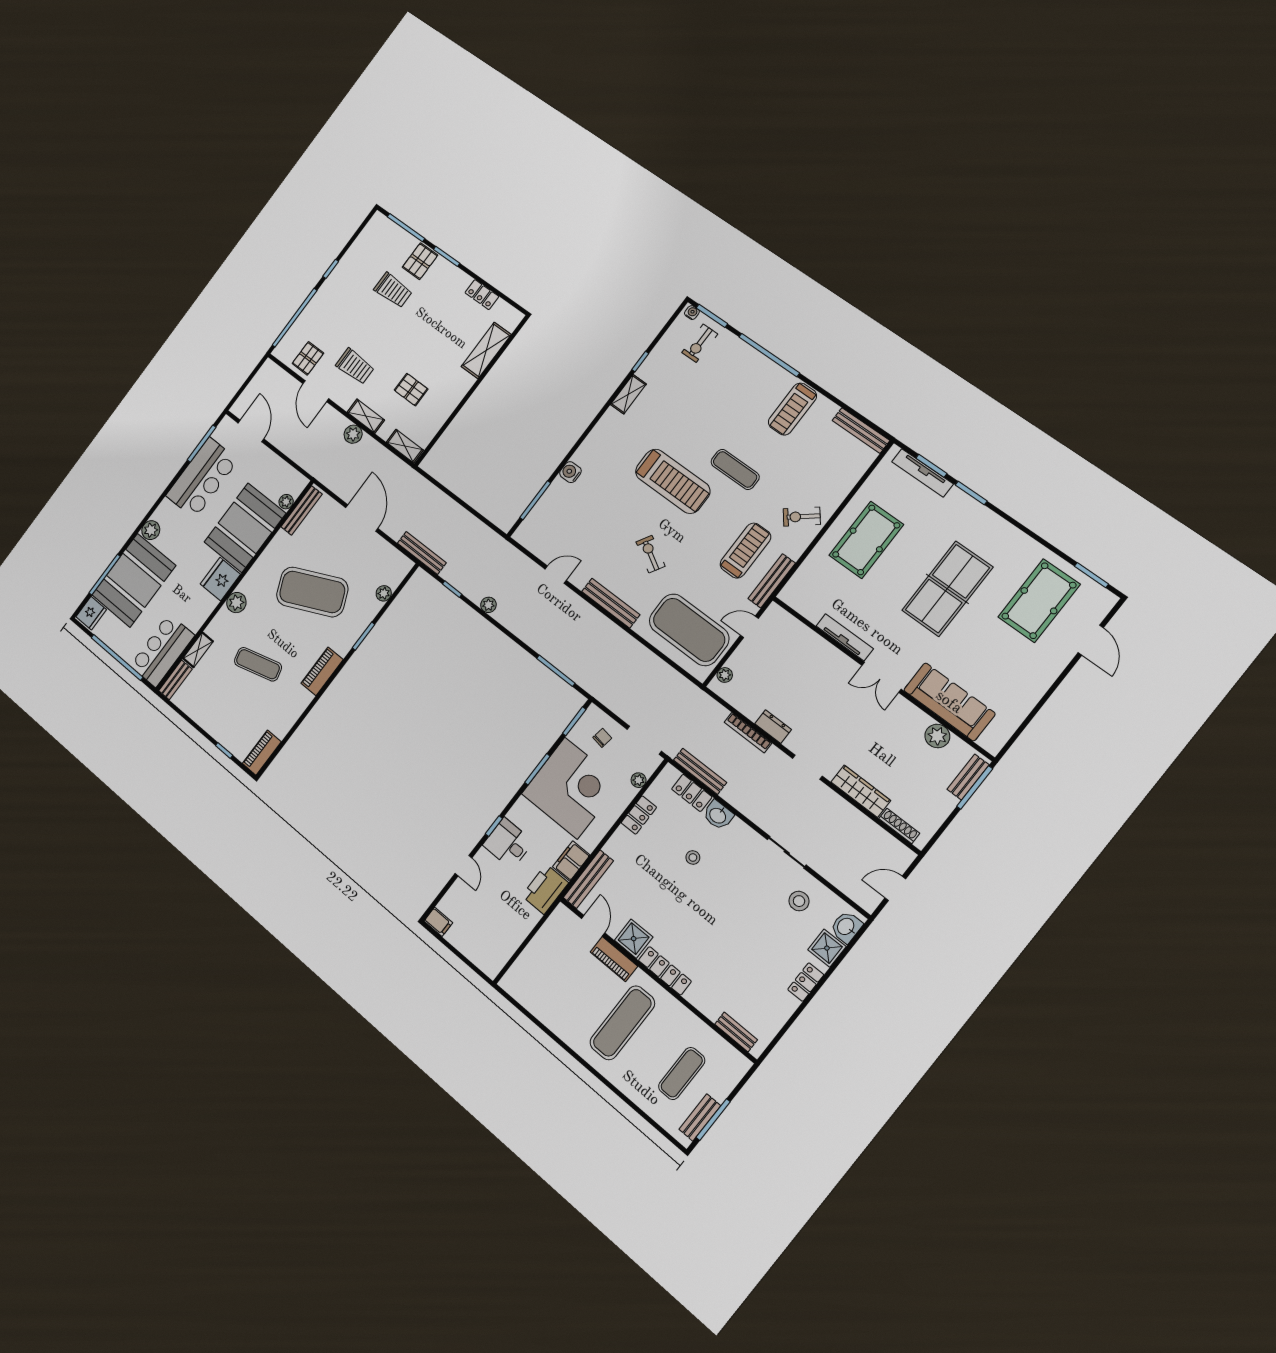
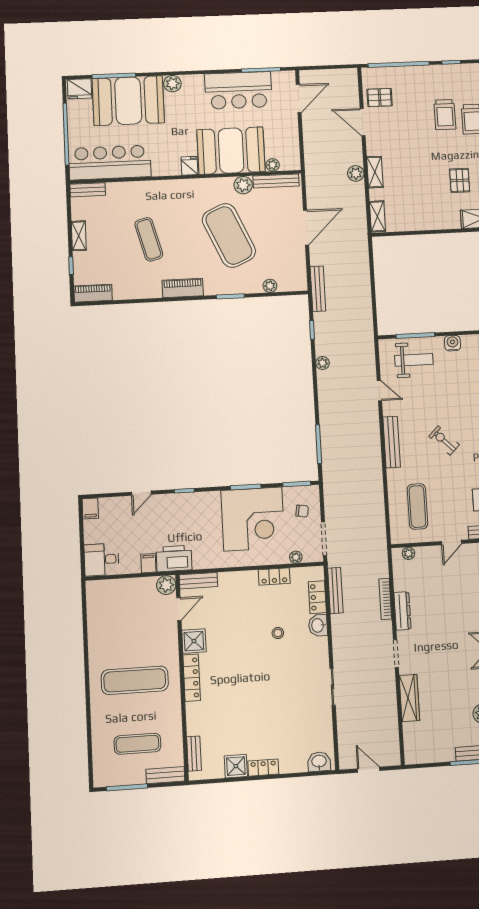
trolley: (355, 366) -> (445, 115), moved
pallet: (411, 390) -> (460, 180), moved
door: (316, 391) -> (363, 122), hinge flipped
weight bench: (555, 520) -> (414, 360), added
exercise bike: (650, 554) -> (444, 441), turned -75
fridge: (220, 579) -> (189, 166), width x0.53, depth x0.75
plant: (236, 603) -> (243, 185), moved
door: (749, 627) -> (451, 542), swing flipped
exercise mat: (689, 630) -> (417, 507), width x0.50, depth x0.69
shelving: (198, 650) -> (79, 236), moved, turned 90
bar counter: (162, 651) -> (110, 162), width x1.36
dresser: (773, 727) -> (402, 611), width x1.44
shoe rack: (899, 826) -> (409, 739), removed
desk: (508, 843) -> (102, 560), moved, turned -90
filing cabinet: (571, 861) -> (148, 563), moved, width x0.50
bench: (588, 879) -> (198, 581), width x0.73
stool: (799, 901) -> (309, 720), removed
plant: (562, 917) -> (166, 585), added
shower: (827, 948) -> (236, 766), moved
piano: (614, 959) -> (170, 640), removed
bench: (700, 1117) -> (165, 775), moved

